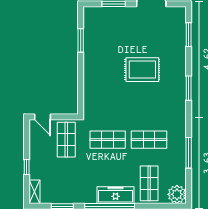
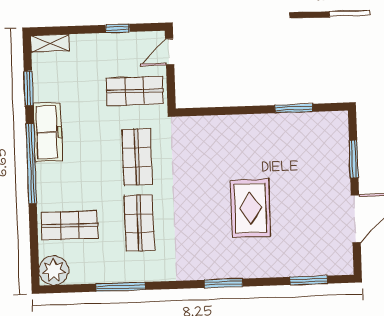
window: (27, 167) -> (118, 28), moved
freezer: (116, 195) -> (48, 132), moved

